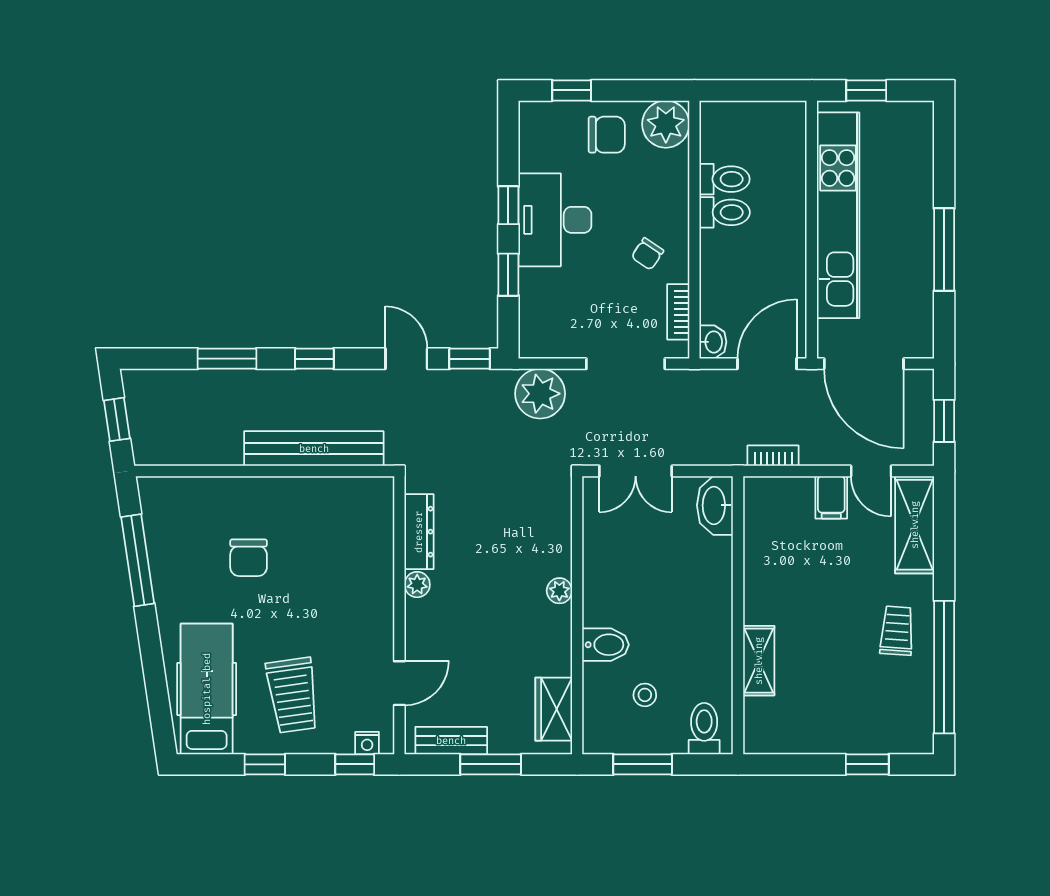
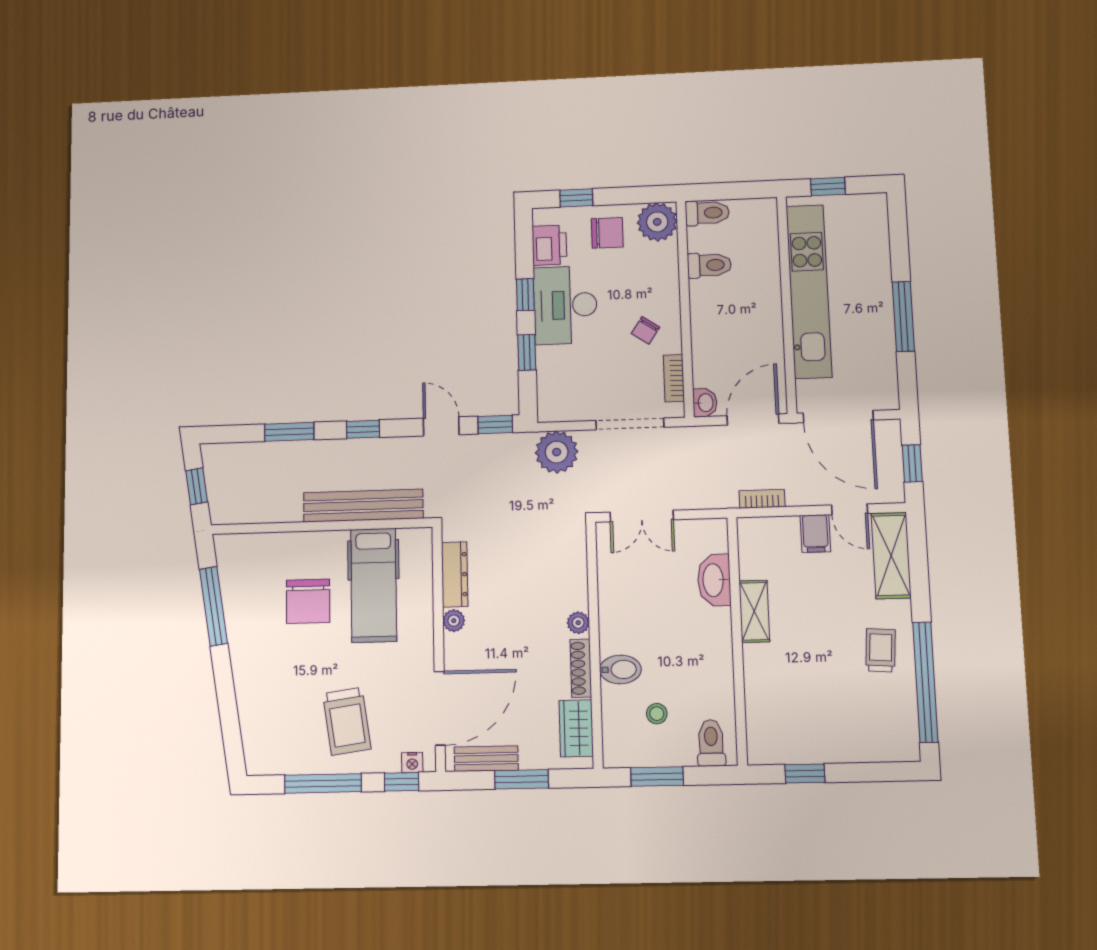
printer: (538, 147) -> (549, 245), added
toilet: (725, 212) -> (707, 213), moved
washbasin: (715, 505) -> (714, 580), moved
chair: (249, 558) -> (308, 601), width x1.37, depth x1.37
shoe rack: (561, 642) -> (581, 668), added
shelving: (759, 661) -> (754, 611), moved
door: (399, 683) -> (440, 708), width x1.88
hospital bed: (207, 689) -> (374, 585), moved, turned 180
window: (265, 764) -> (323, 783), width x2.17
window: (867, 764) -> (805, 773), moved

